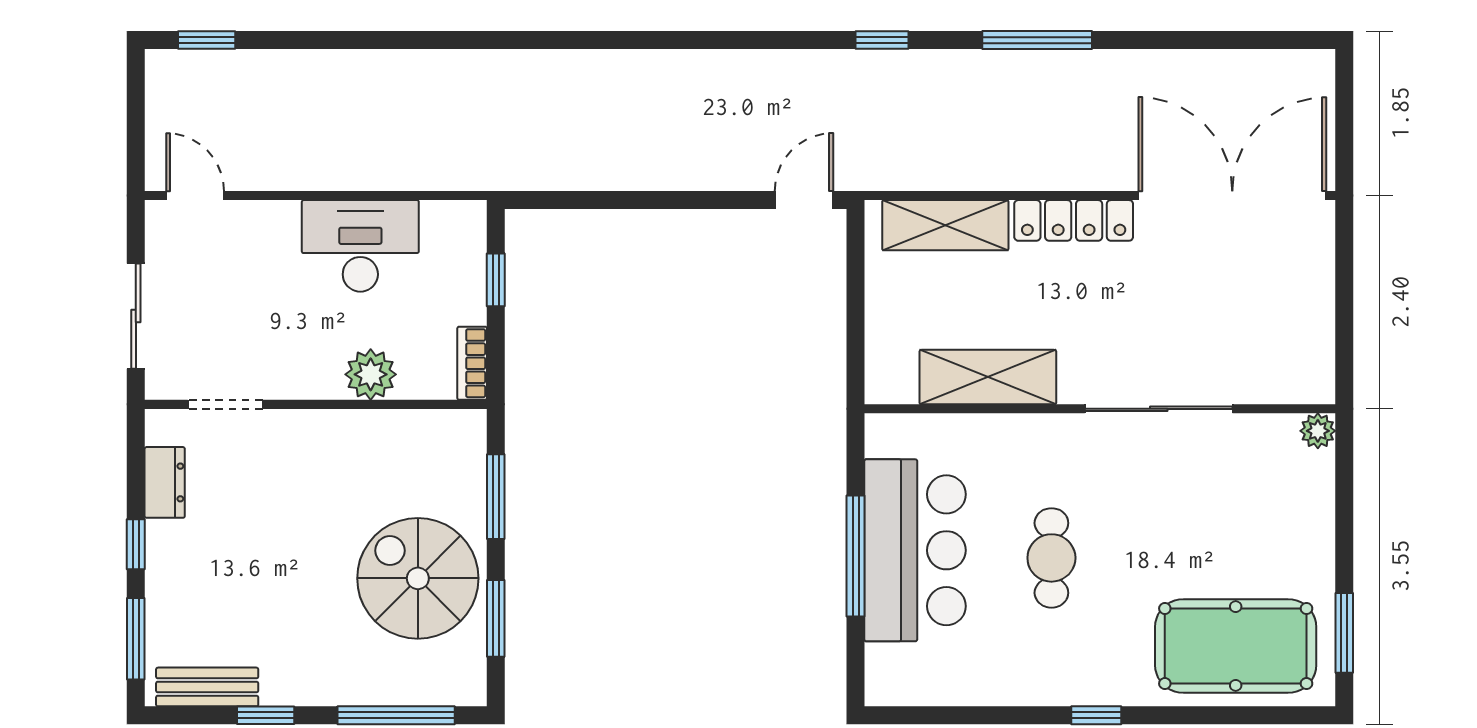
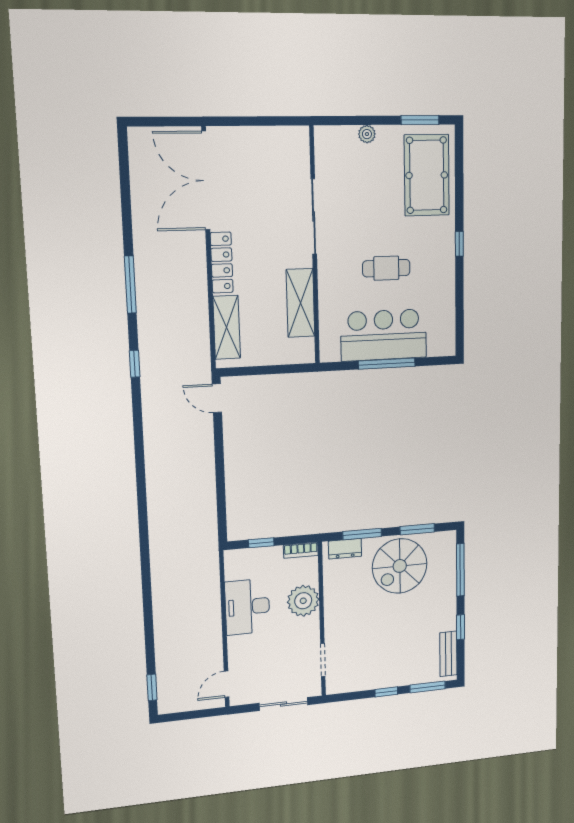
plant: (371, 374) -> (303, 601), width x1.36, depth x1.36
plant: (1318, 431) -> (367, 134), moved
dresser: (165, 482) -> (345, 549), moved, turned 180

